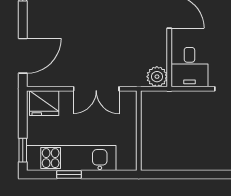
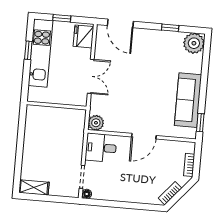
double door: (96, 89) -> (91, 76), swing flipped
window: (23, 150) -> (62, 18), moved

